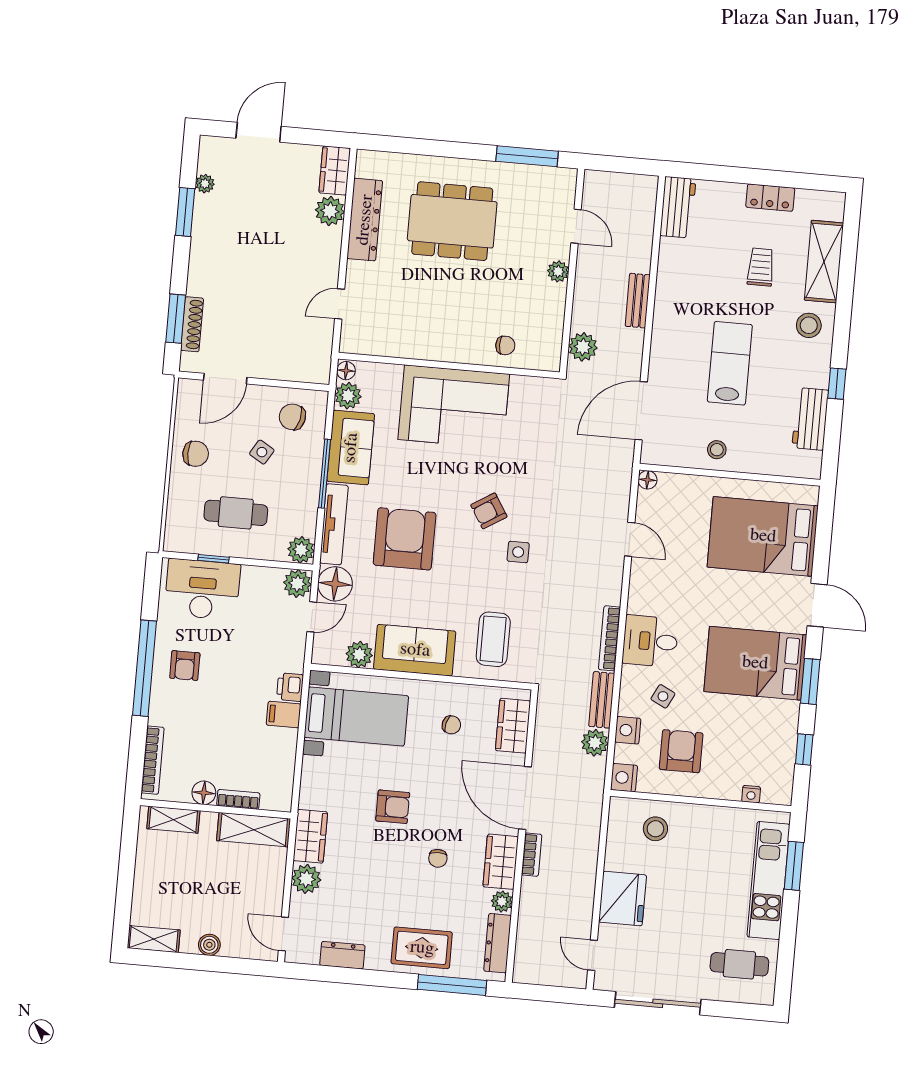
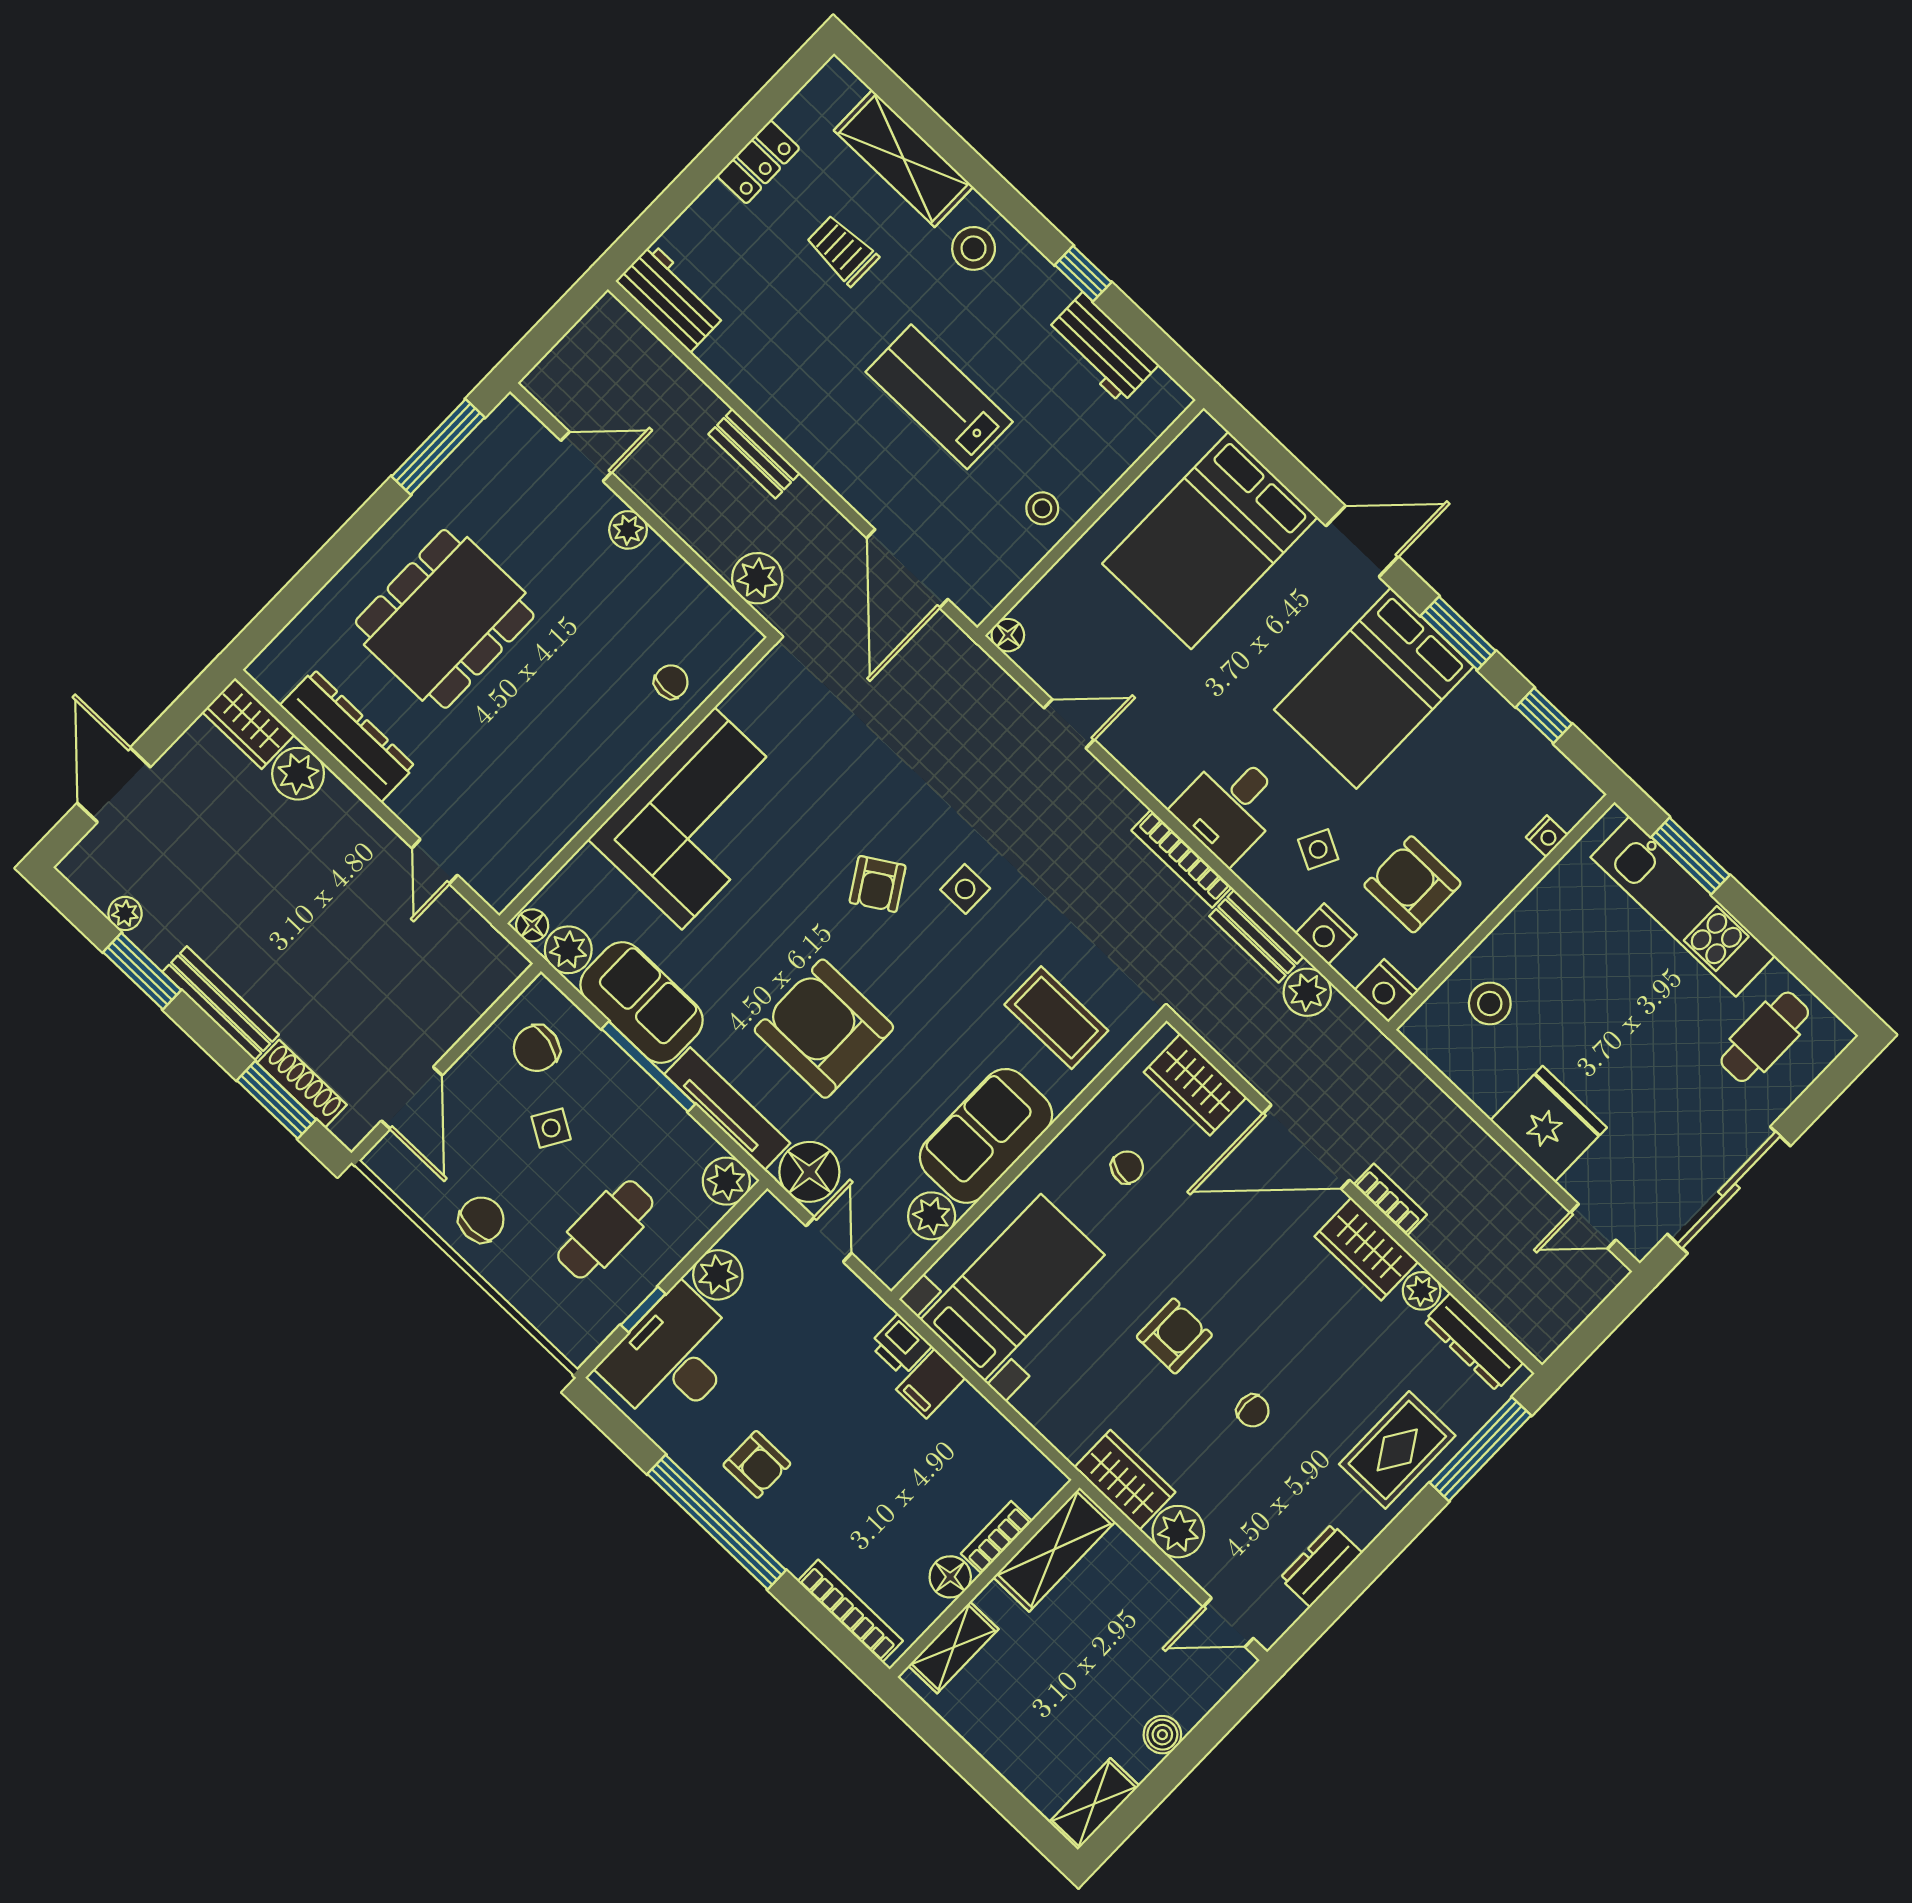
bench: (199, 259) -> (221, 1003), added
plant: (297, 583) -> (718, 1275), moved
chair: (438, 858) -> (1253, 1411), moved

